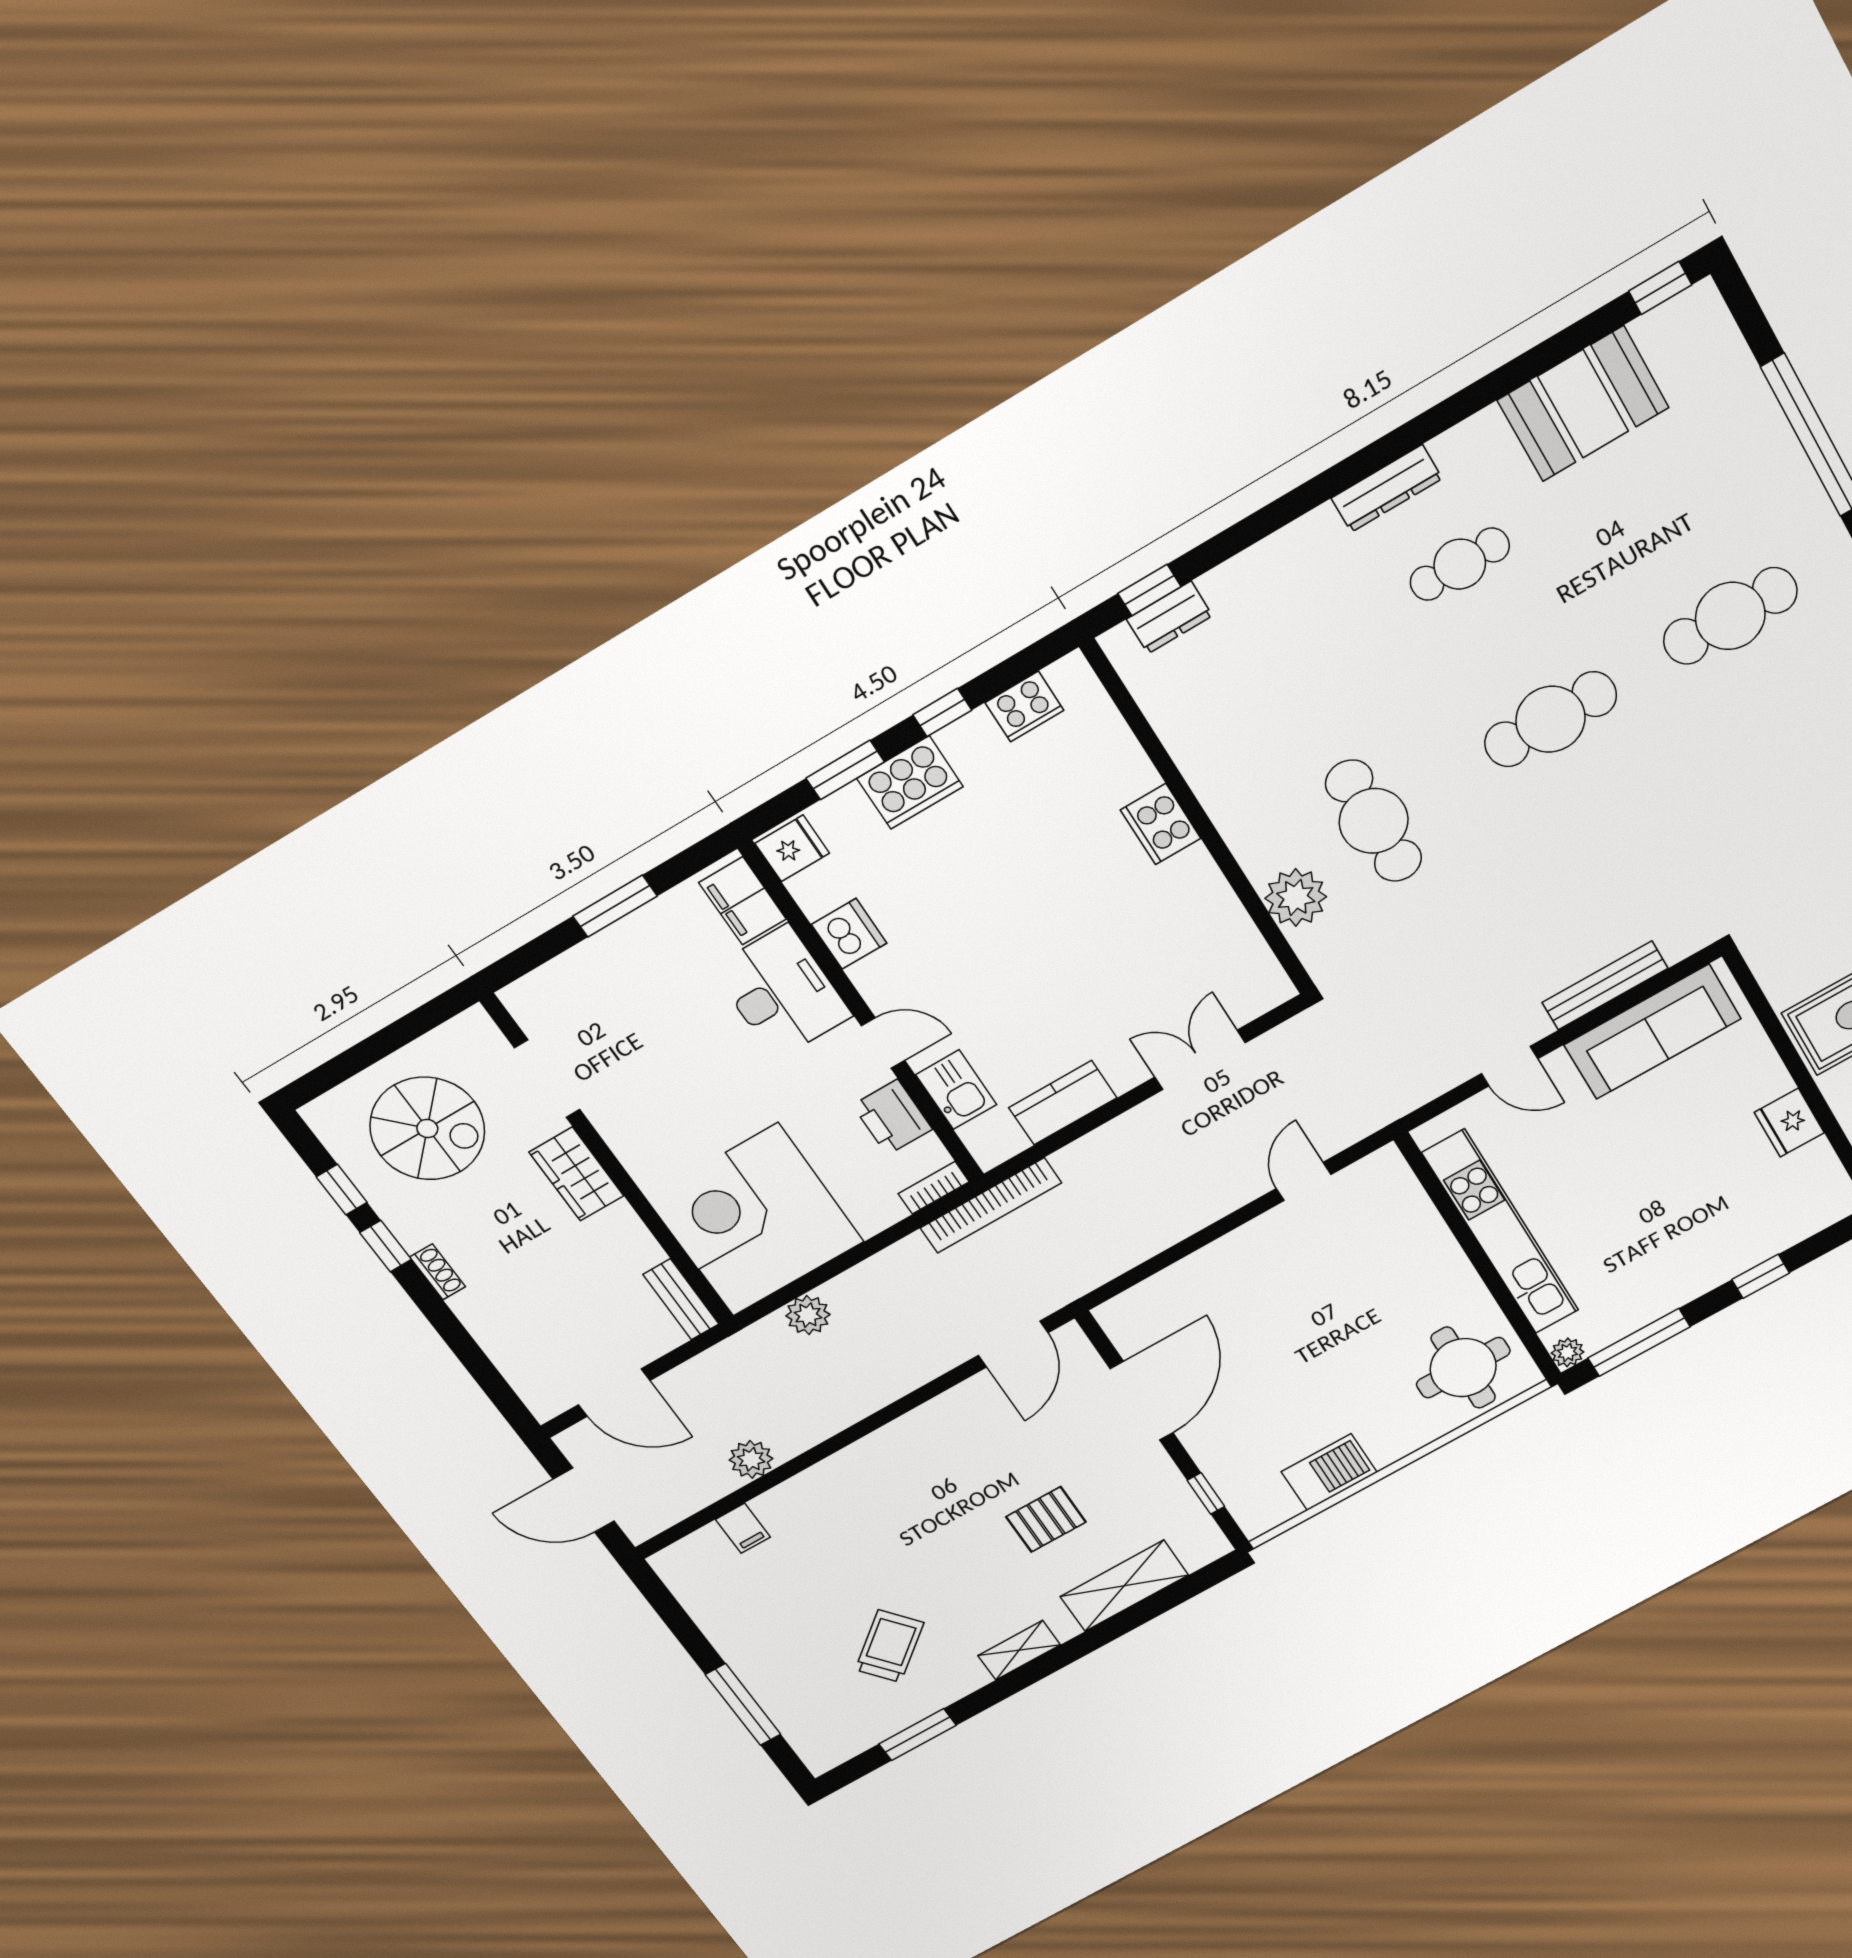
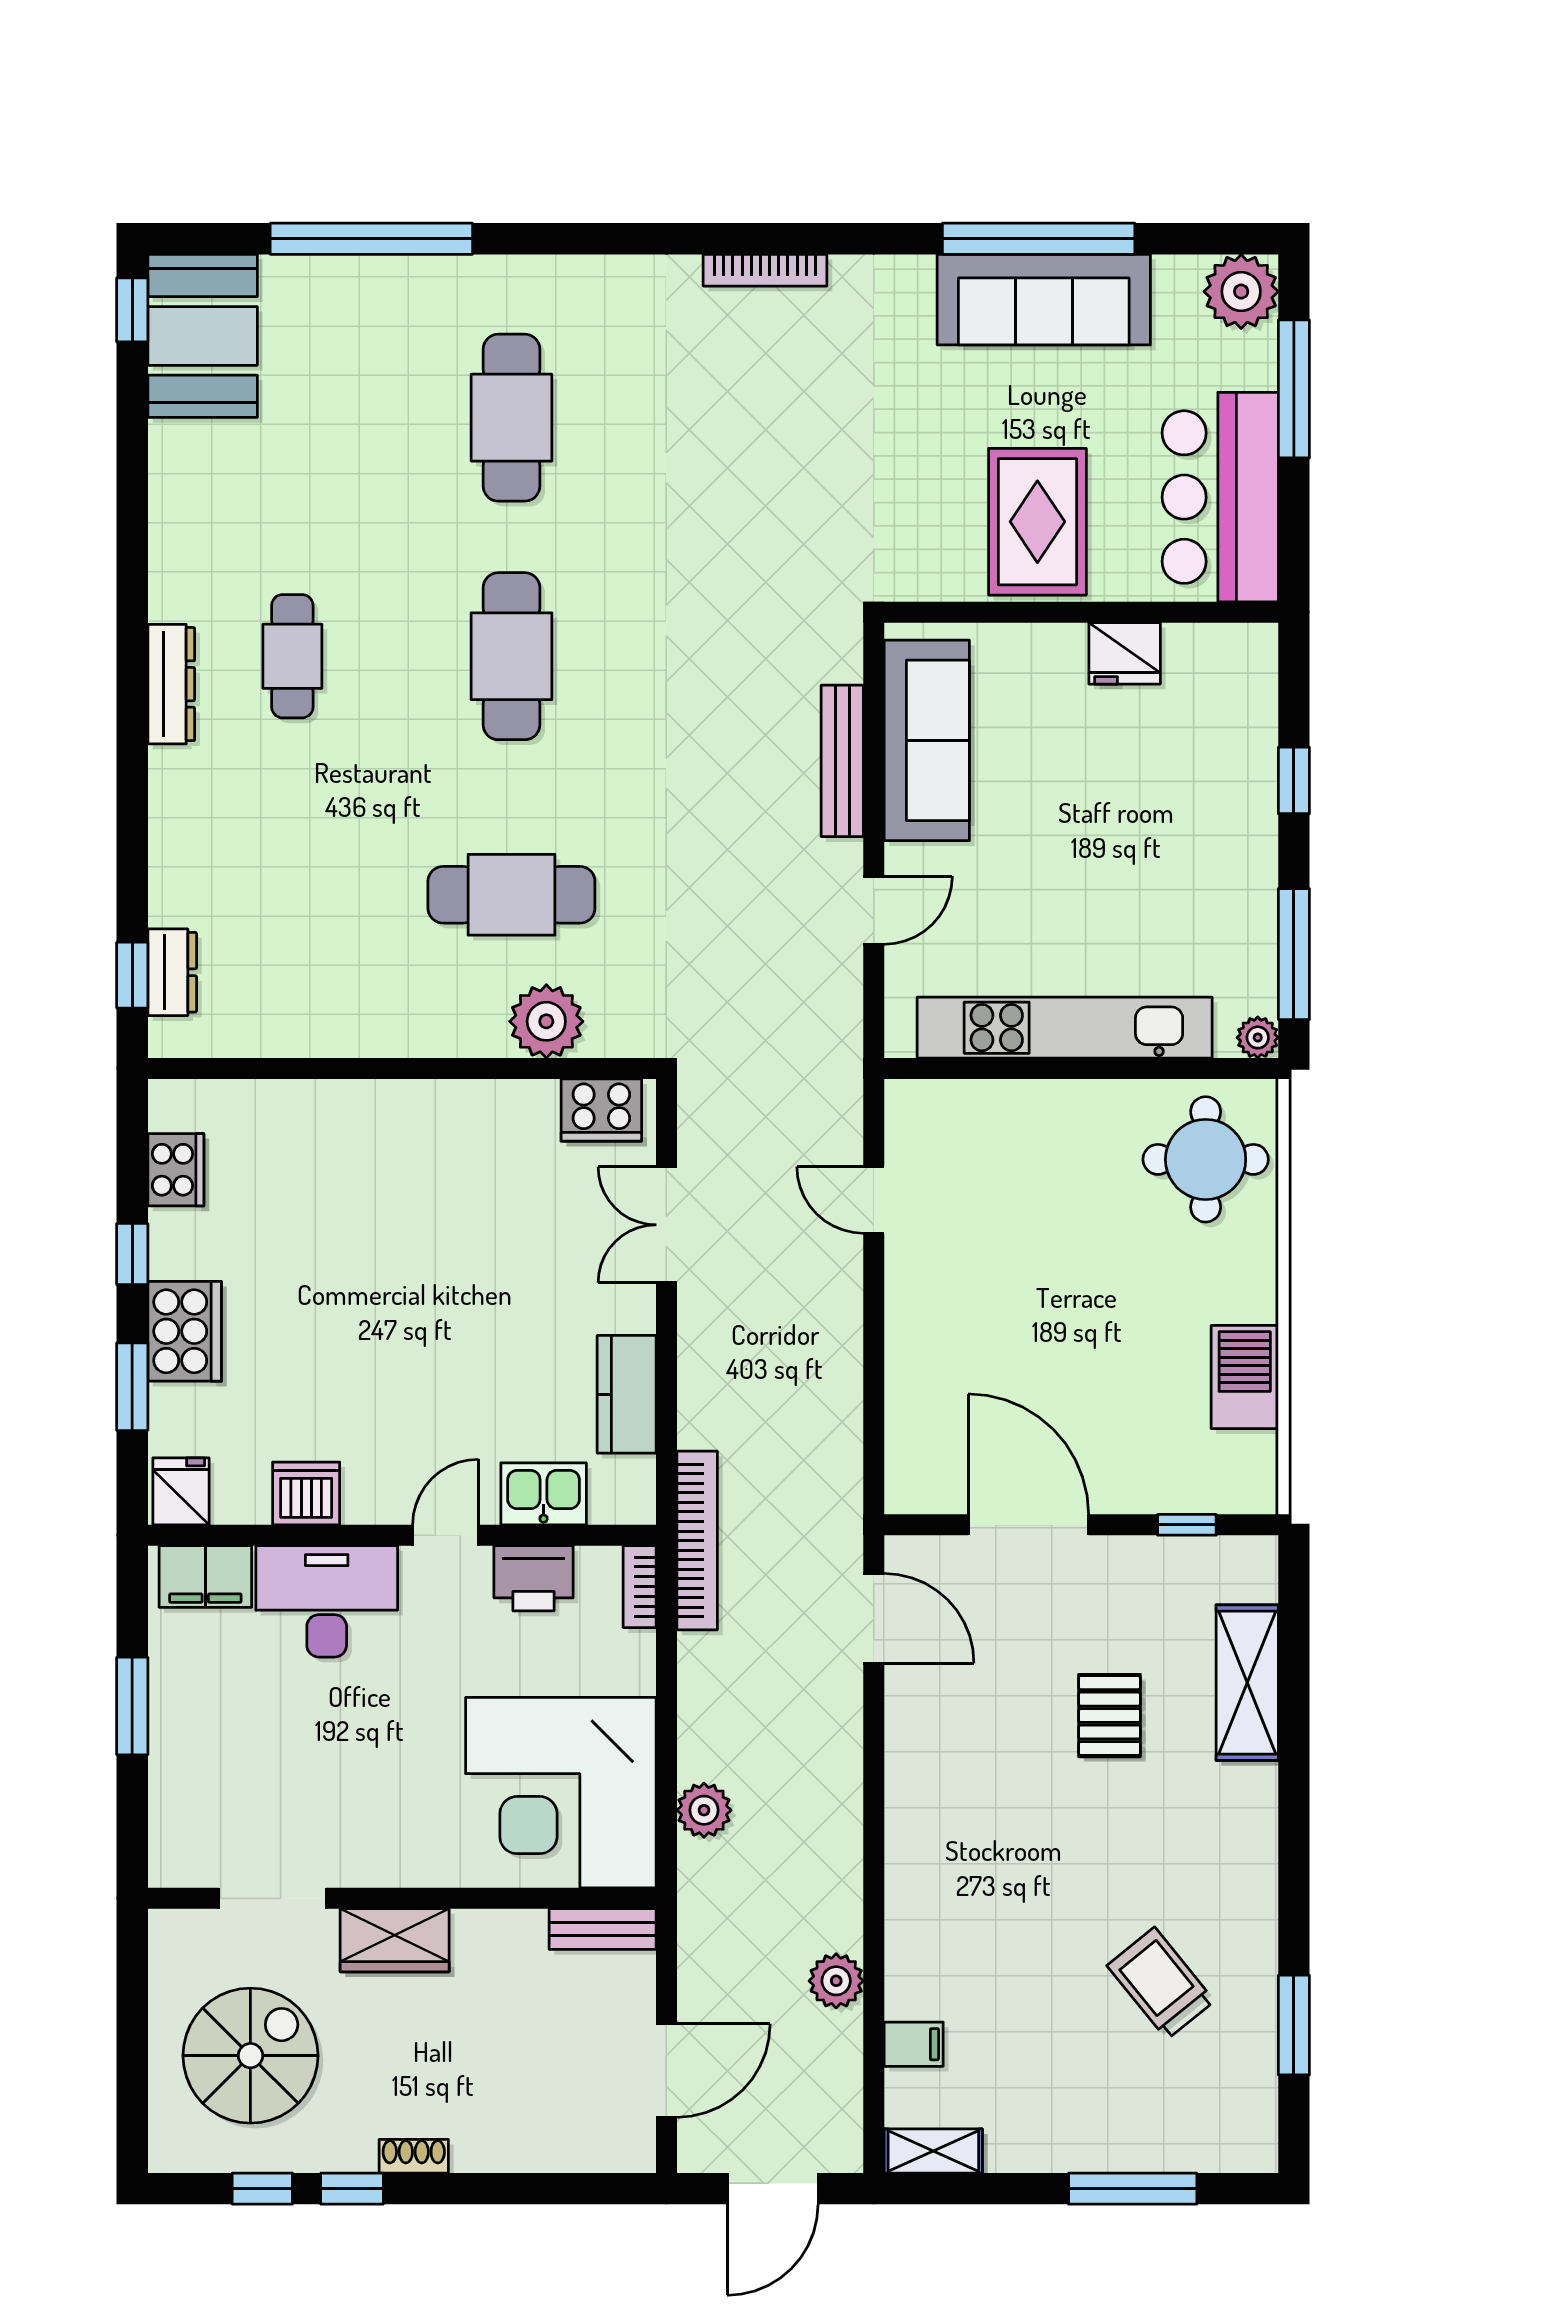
booth: (1583, 404) -> (203, 336), moved
cooker: (1161, 824) -> (601, 1110), moved
shelving: (1019, 1650) -> (933, 2151), moved, turned 90

